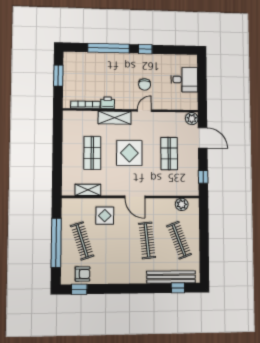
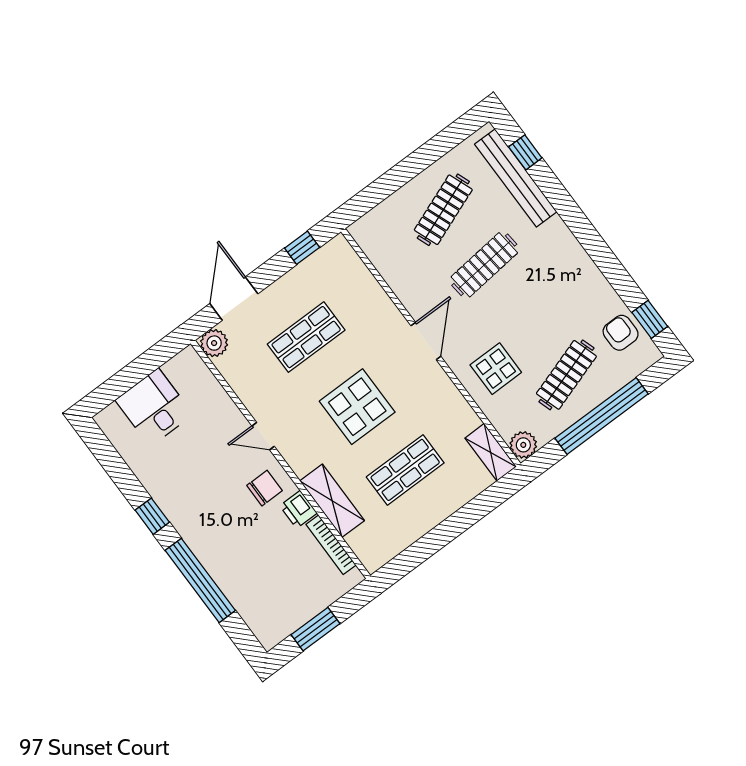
chair: (145, 84) -> (265, 488), moved
shelving: (115, 118) -> (332, 501), moved
shelving: (88, 190) -> (491, 452), moved
plant: (182, 204) -> (523, 445), moved

